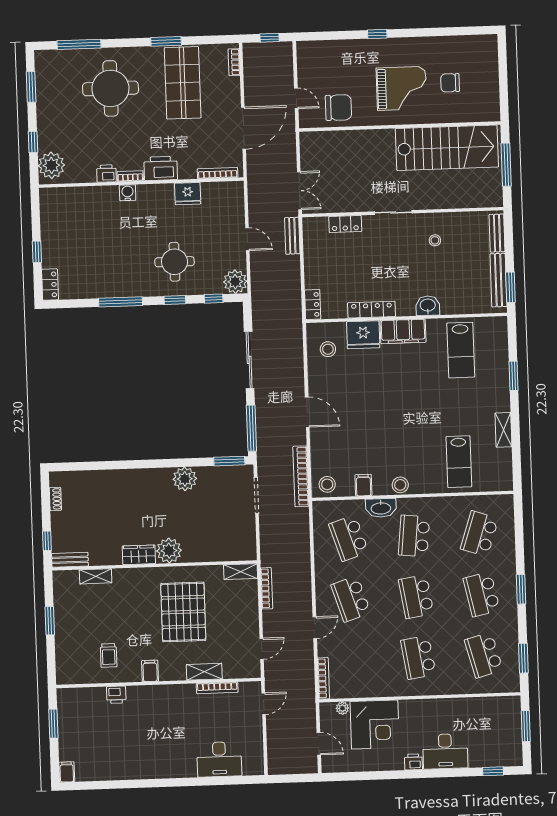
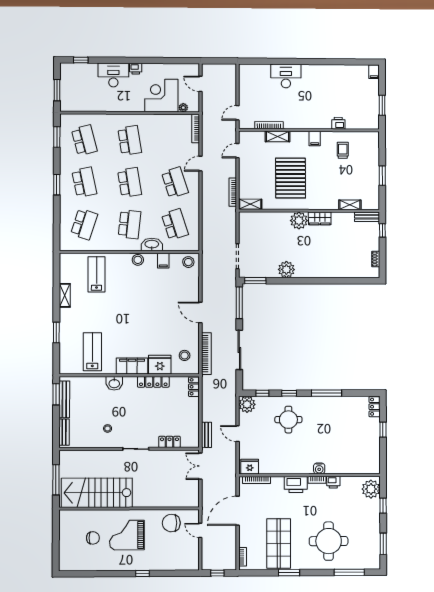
fridge: (188, 194) -> (250, 467), moved
bookcase: (301, 476) -> (206, 354), moved
desk: (219, 759) -> (286, 76), moved

